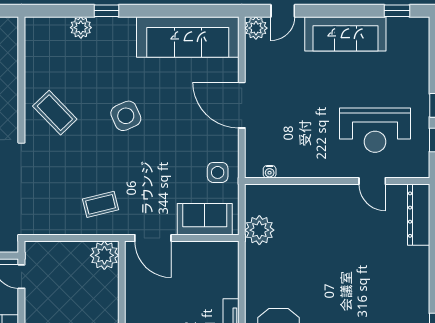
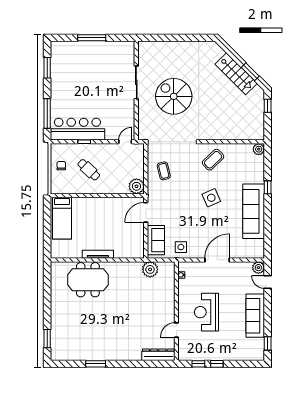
plant: (81, 28) -> (259, 149), moved
sofa: (188, 37) -> (254, 211), moved
reception desk: (375, 130) -> (207, 312), moved
coffee table: (101, 204) -> (164, 171), moved

